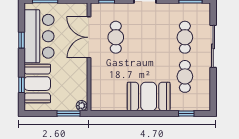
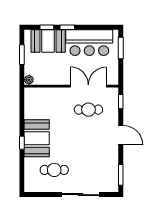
cafe table: (185, 37) -> (88, 170), removed
window: (21, 40) -> (67, 27), moved
window: (68, 114) -> (22, 55), moved
window: (186, 114) -> (22, 143), moved

